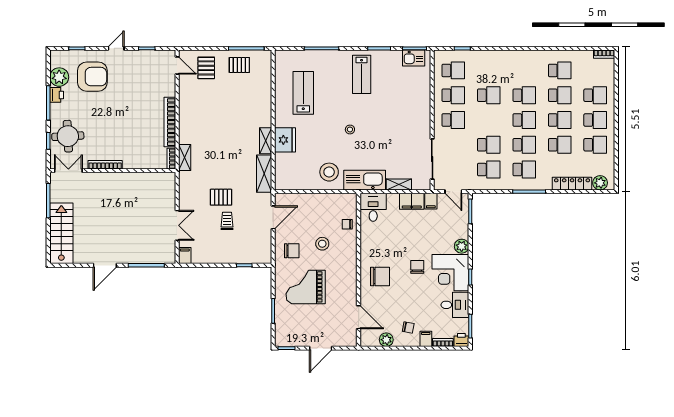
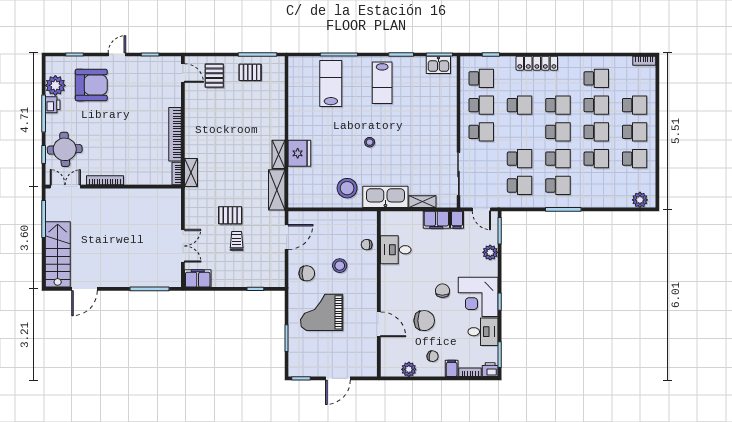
lab bench: (303, 93) -> (331, 83), moved
locker: (572, 184) -> (537, 63), moved, turned 180
desk: (373, 207) -> (396, 250), moved, turned -90
plant: (462, 246) -> (490, 252), moved
filing cabinet: (185, 256) -> (198, 278), width x2.00
door: (105, 265) -> (85, 289), moved
chair: (380, 277) -> (424, 321), moved
door: (359, 317) -> (379, 324), moved

